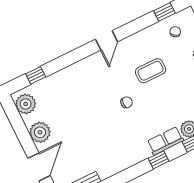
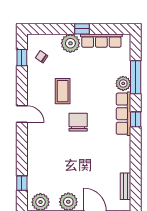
chair: (127, 102) -> (78, 122), width x1.87, depth x1.87
row of seats: (165, 141) -> (123, 114), width x1.48

